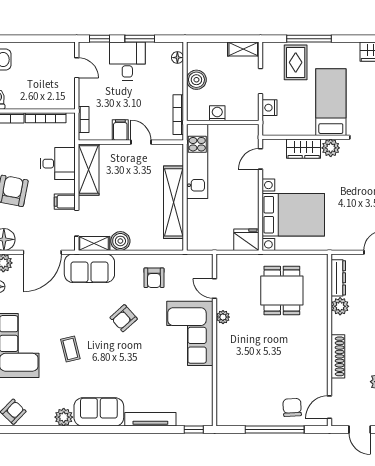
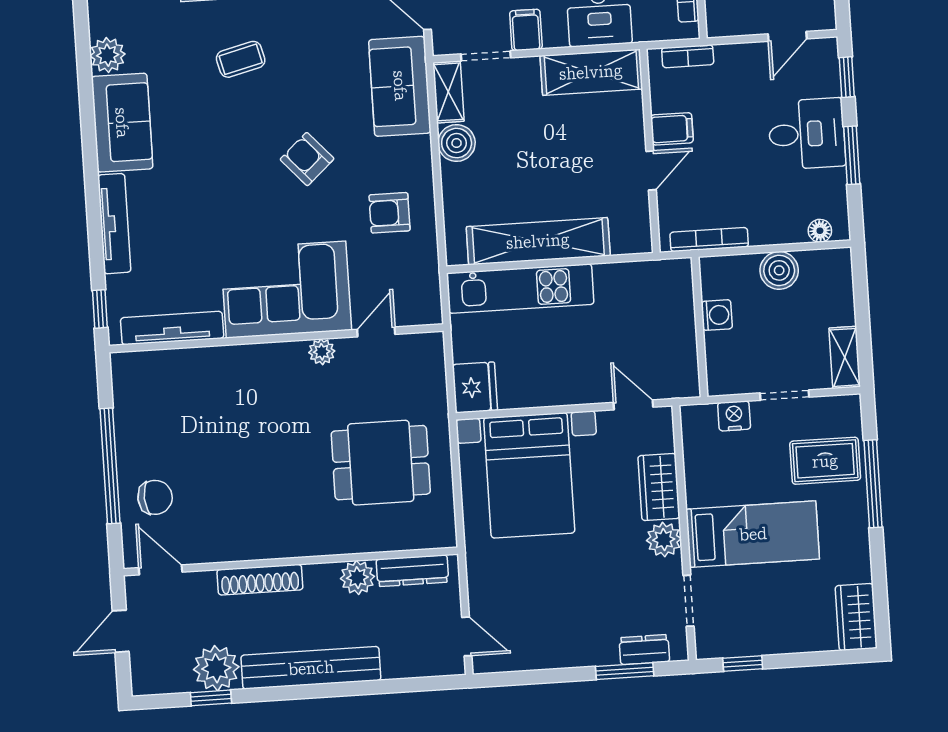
kitchen unit: (197, 161) -> (520, 289), moved
tv unit: (206, 393) -> (172, 328), added

